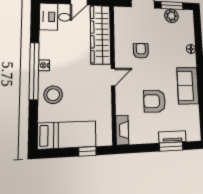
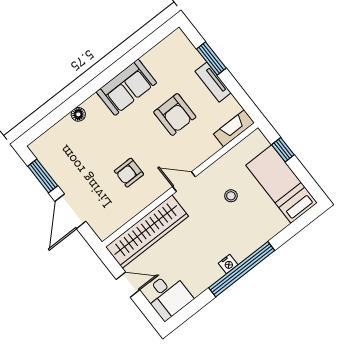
plant: (171, 16) -> (56, 167), removed
stool: (53, 95) -> (231, 196), moved, width x0.53, depth x0.53
tv unit: (172, 137) -> (213, 82), moved

